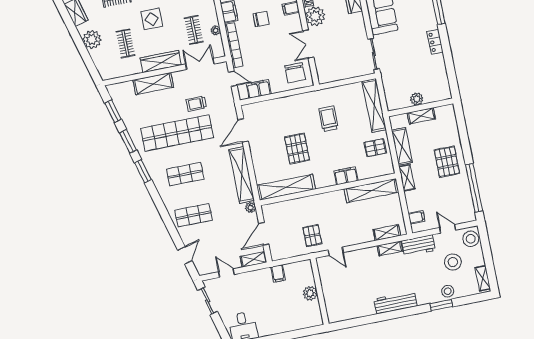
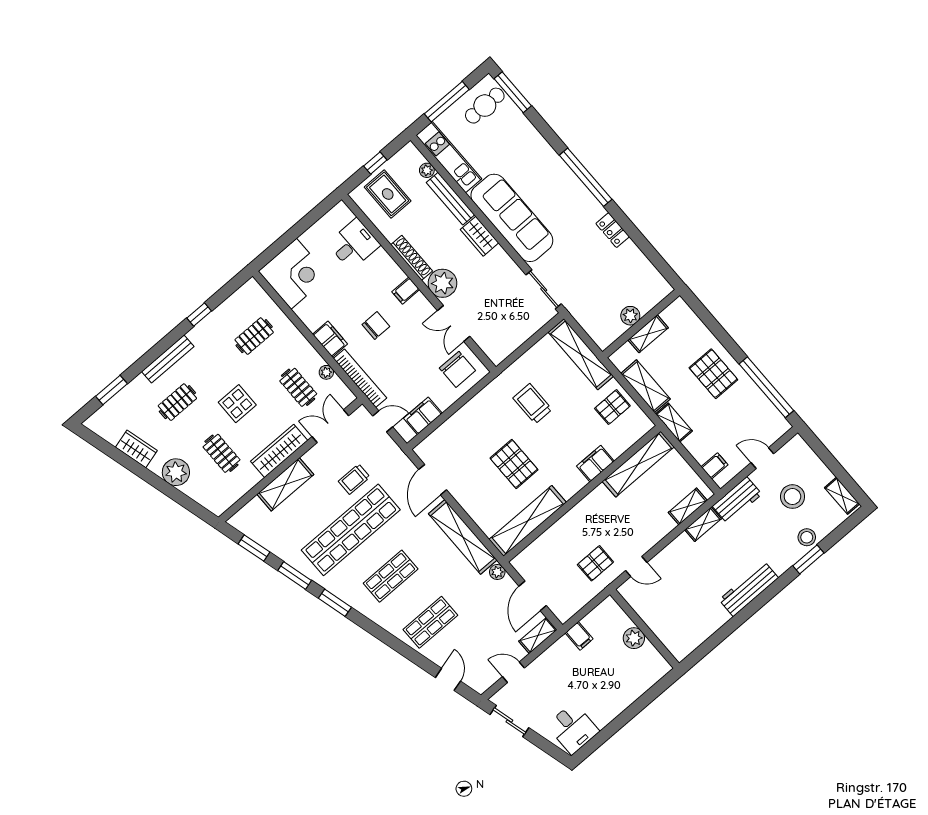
pallet: (312, 236) -> (595, 563), turned 90
stool: (471, 239) -> (799, 454), removed

